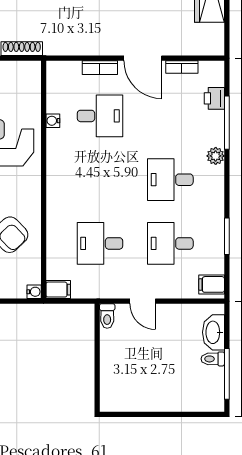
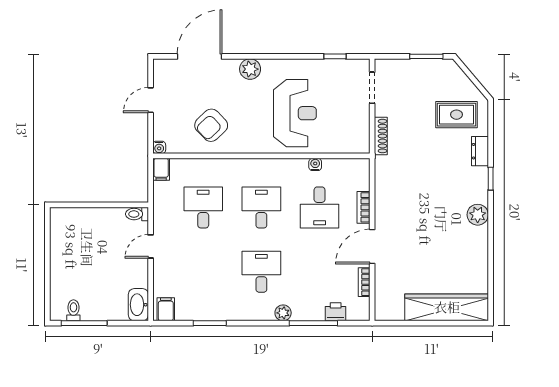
desk: (170, 243) -> (261, 207), moved
washbasin: (213, 332) -> (138, 305), moved, turned -90
toilet: (213, 359) -> (73, 310), moved

